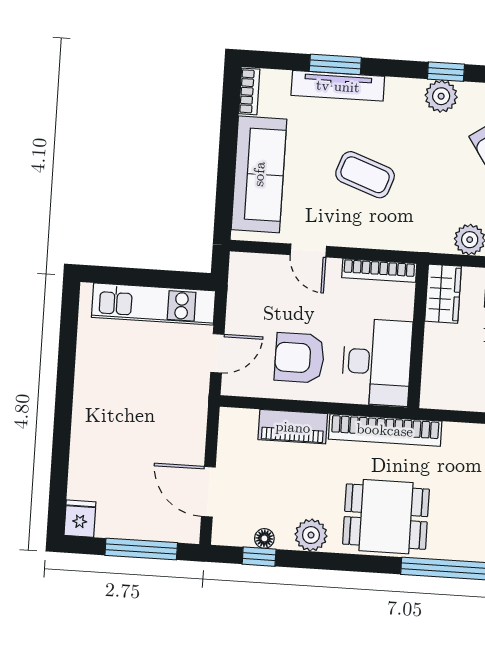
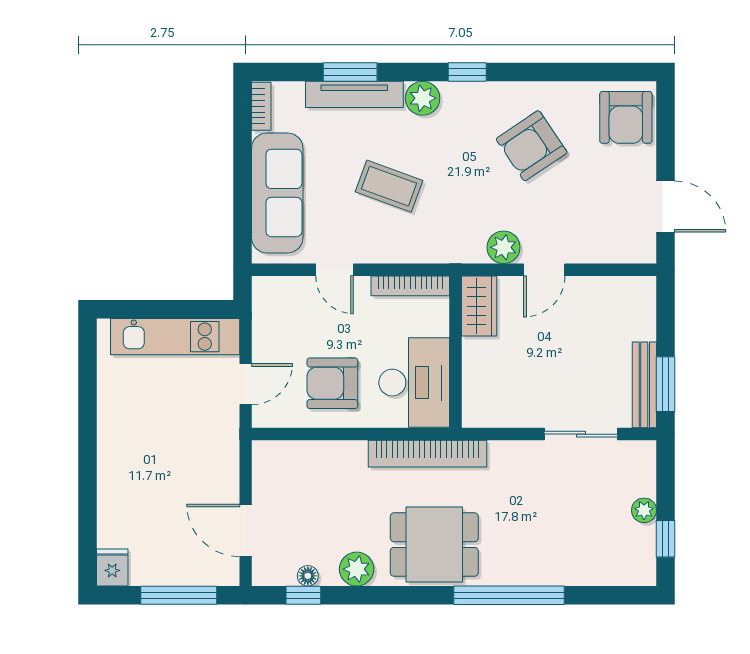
plant: (441, 96) -> (423, 98), moved
piano: (293, 427) -> (330, 456), removed

